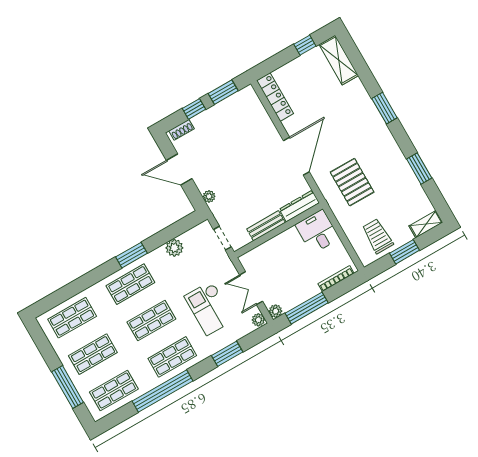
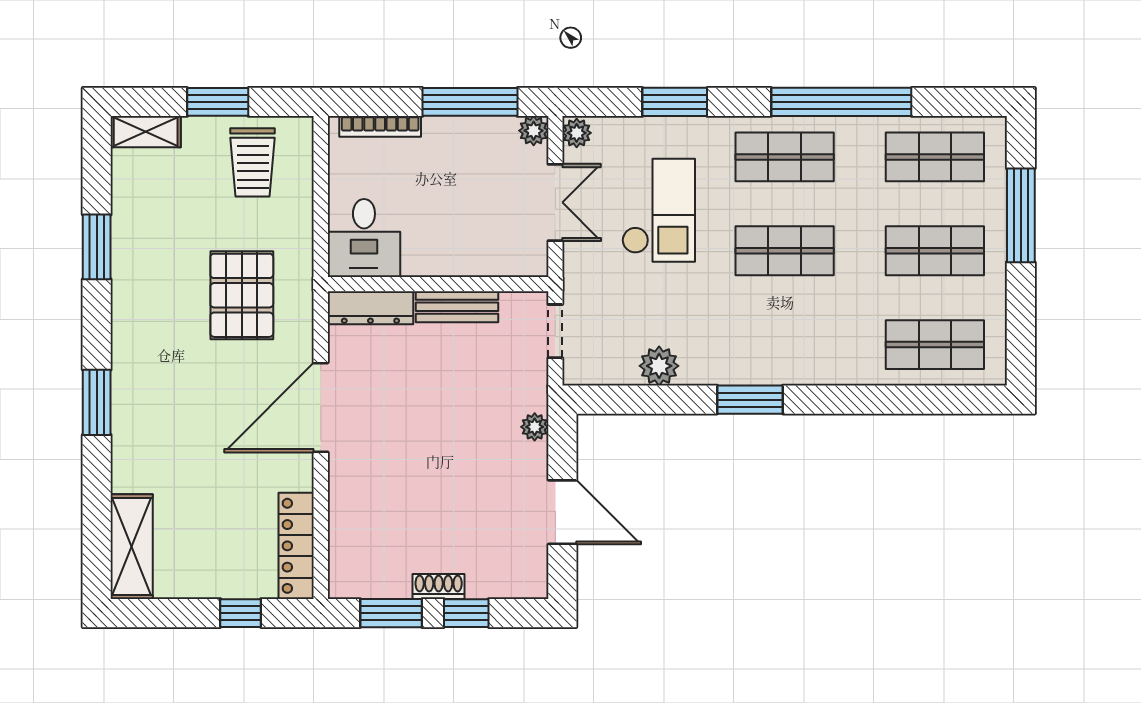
window: (305, 45) -> (241, 613), moved
shoe rack: (181, 130) -> (439, 586), moved
shop shelf: (130, 284) -> (785, 345), removed

